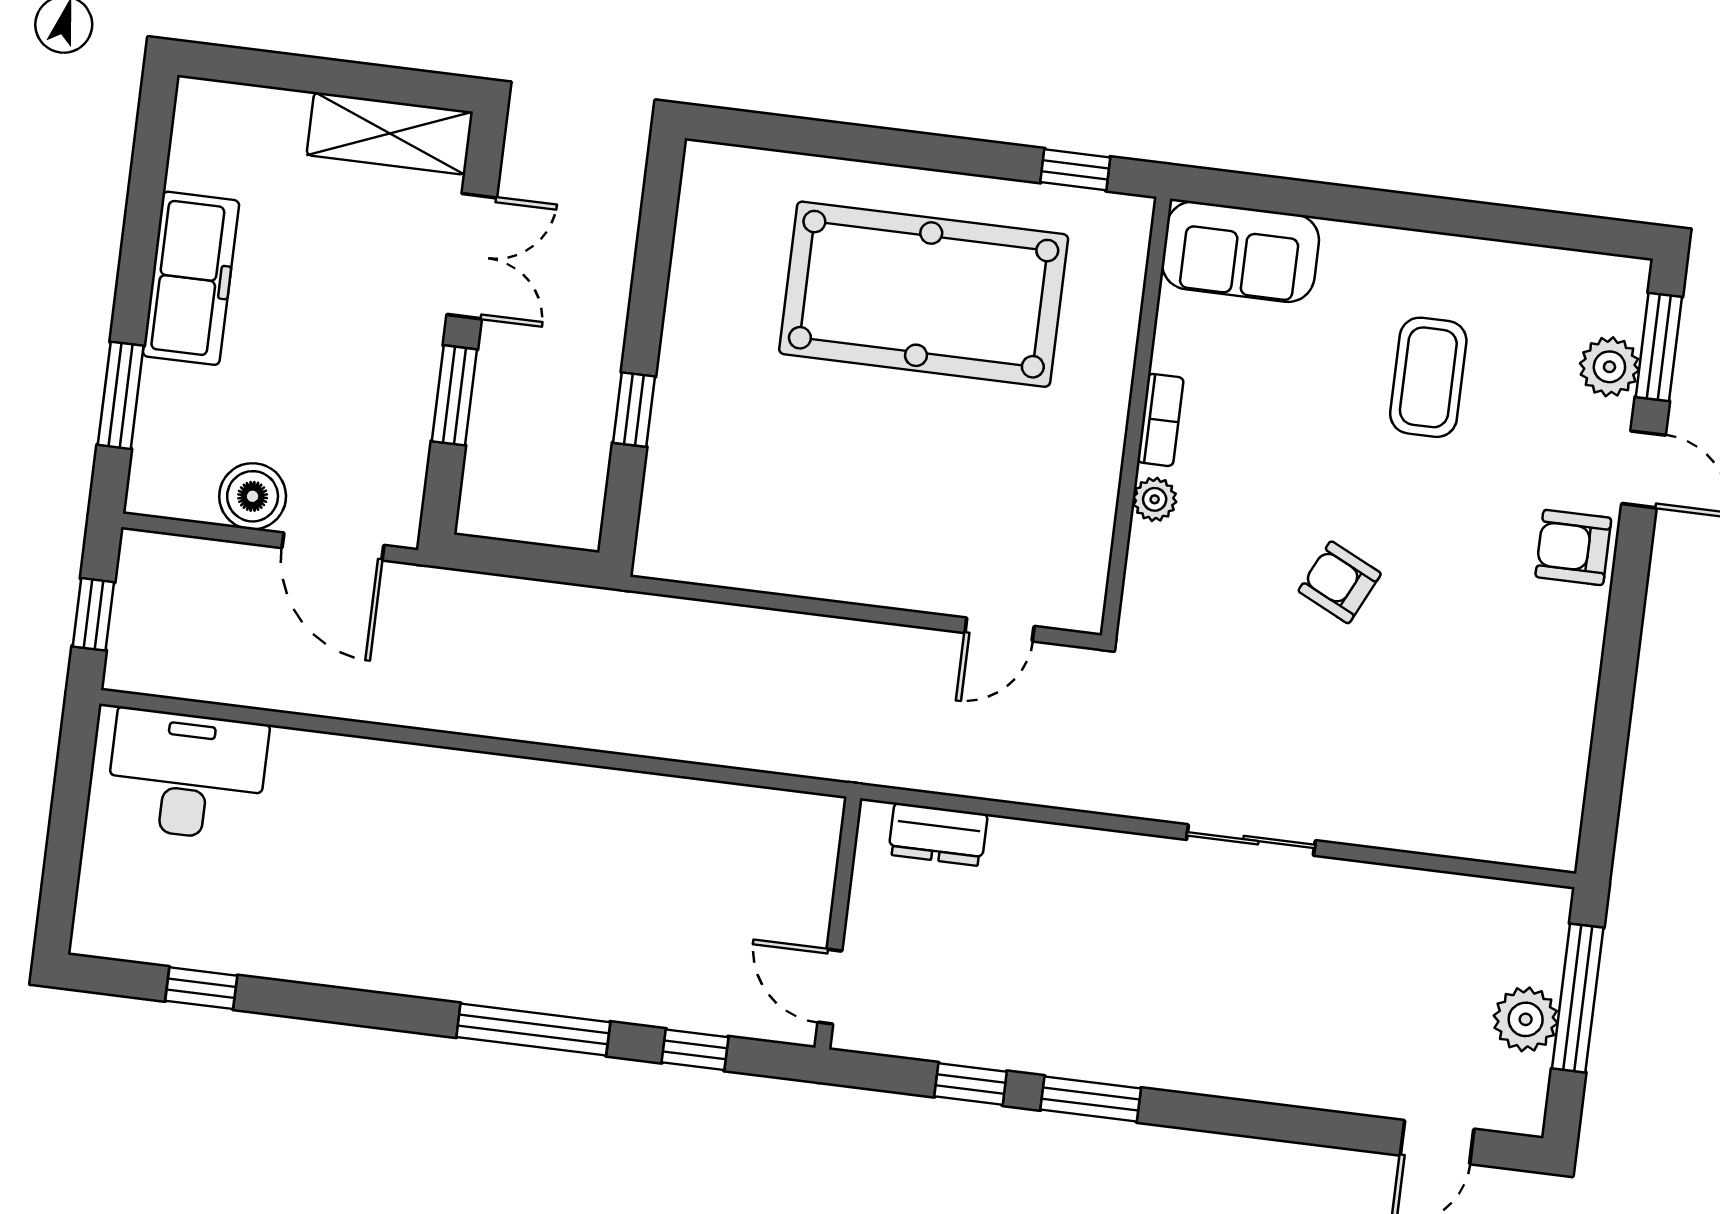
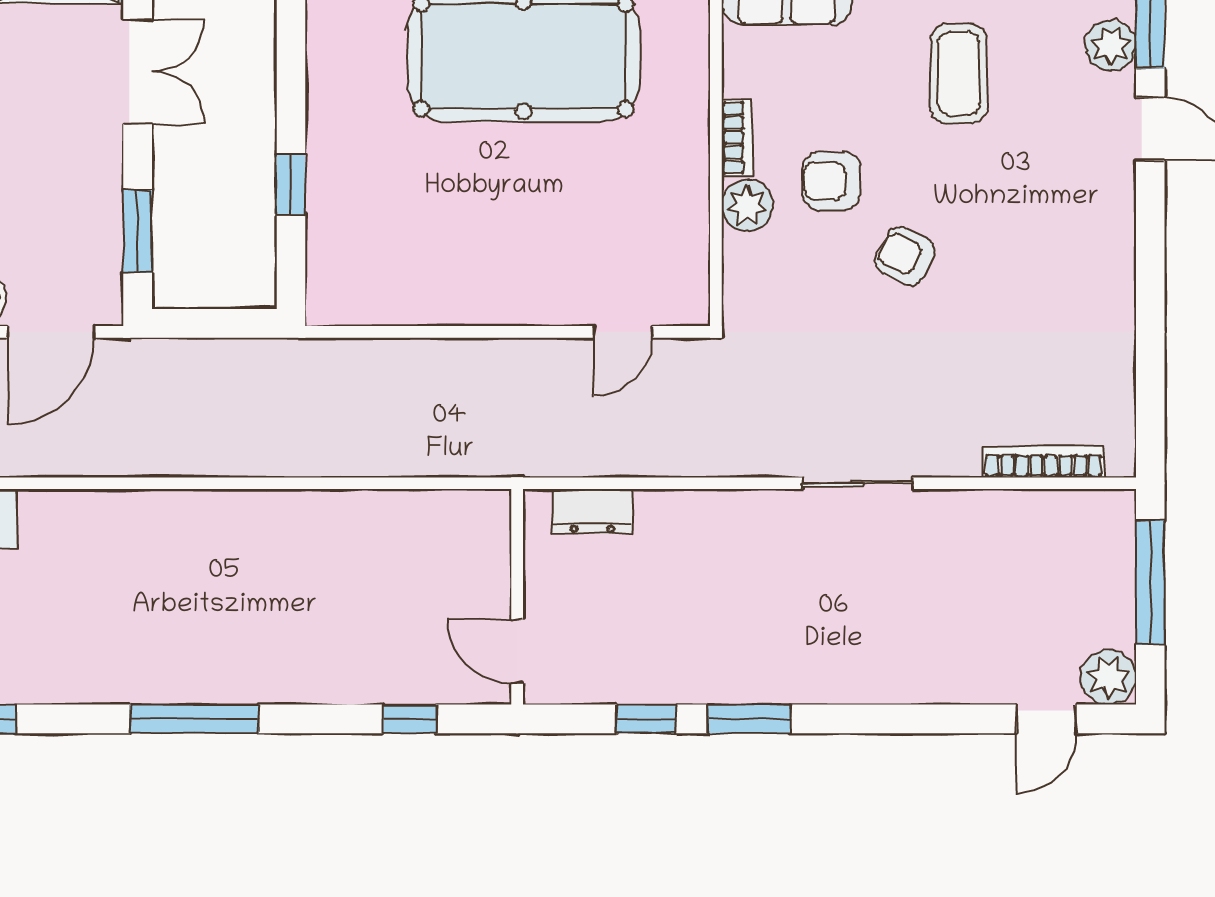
window: (454, 395) -> (138, 231), moved
plant: (1155, 499) -> (747, 205), width x1.38, depth x1.38
door: (333, 547) -> (51, 332), hinge flipped
armchair: (1573, 547) -> (832, 181), moved
bookcase: (1471, 842) -> (1044, 462), added
plant: (1526, 1019) -> (1108, 677), moved
window: (533, 1030) -> (194, 719), moved

